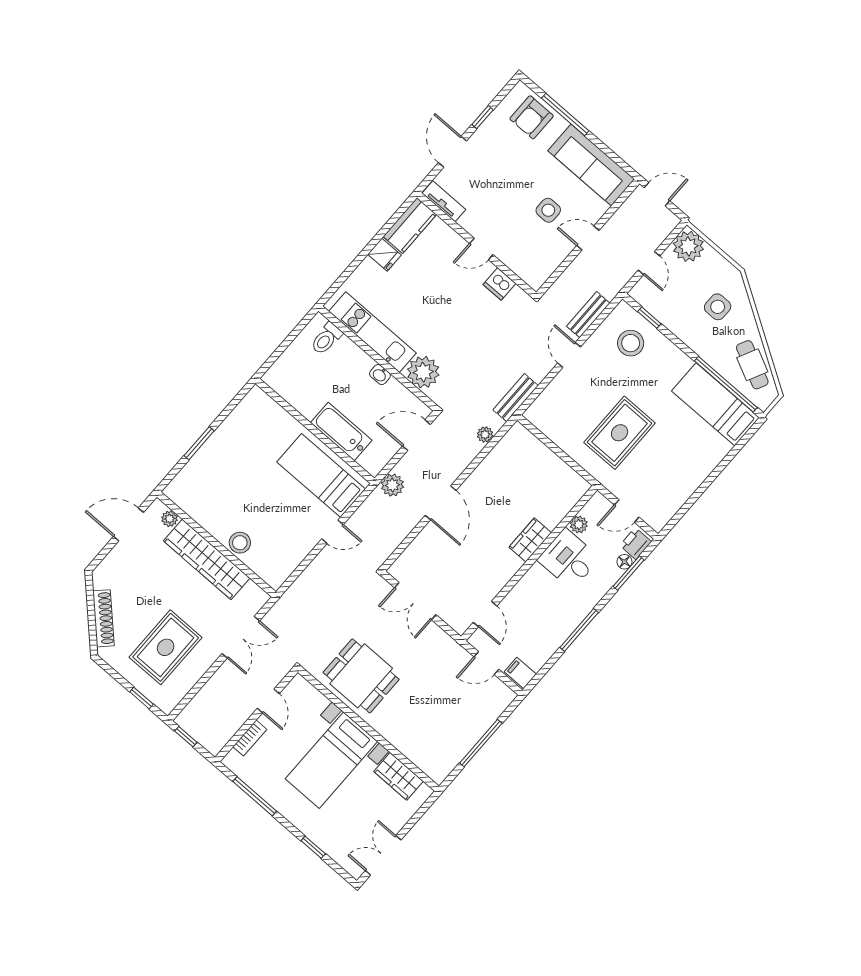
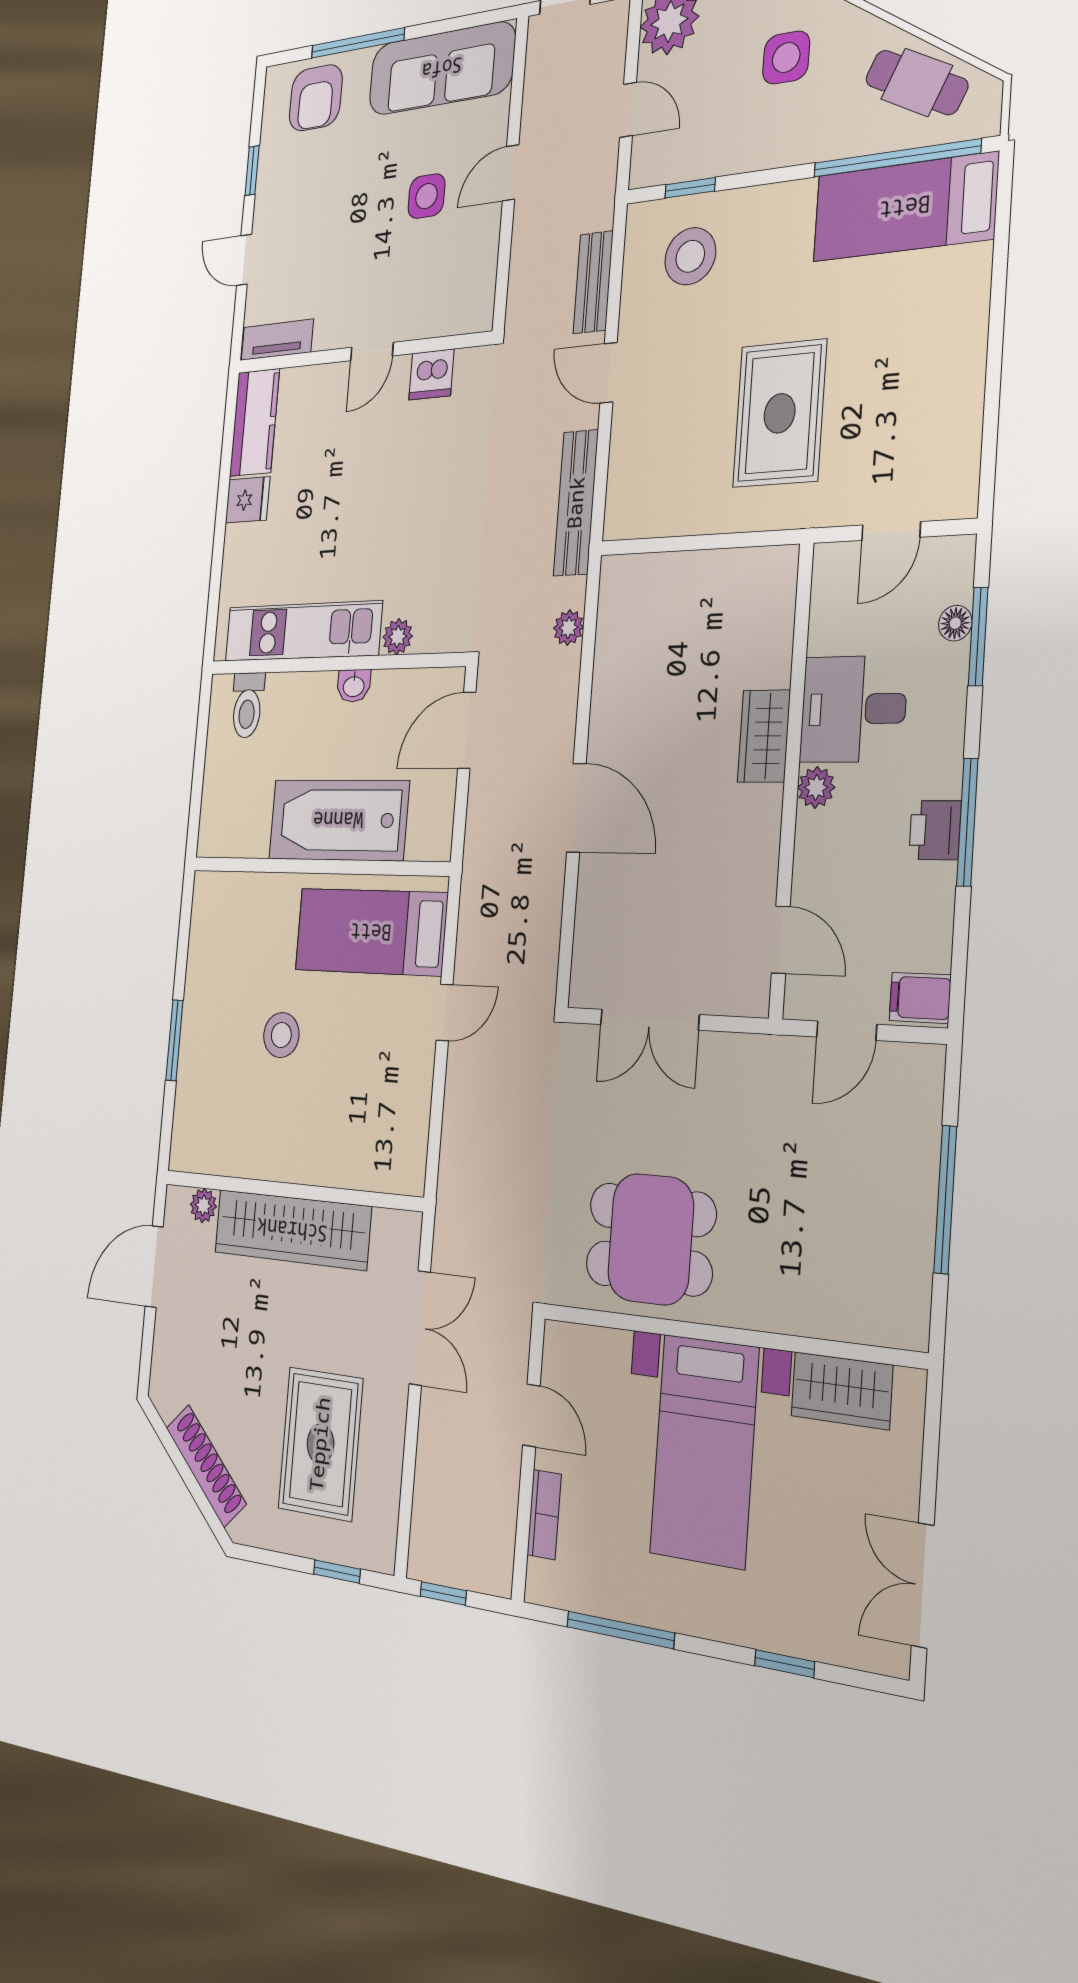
door: (452, 152) -> (244, 260), width x0.73
plant: (423, 372) -> (398, 637), width x0.53, depth x0.53
bench: (516, 398) -> (576, 503), width x1.36
bathtub: (341, 431) -> (338, 820), width x1.36, depth x1.36
plant: (392, 485) -> (484, 848), removed
plant: (579, 524) -> (816, 787), moved
stool: (240, 543) -> (281, 1035), moved
printer: (636, 544) -> (935, 830), moved

